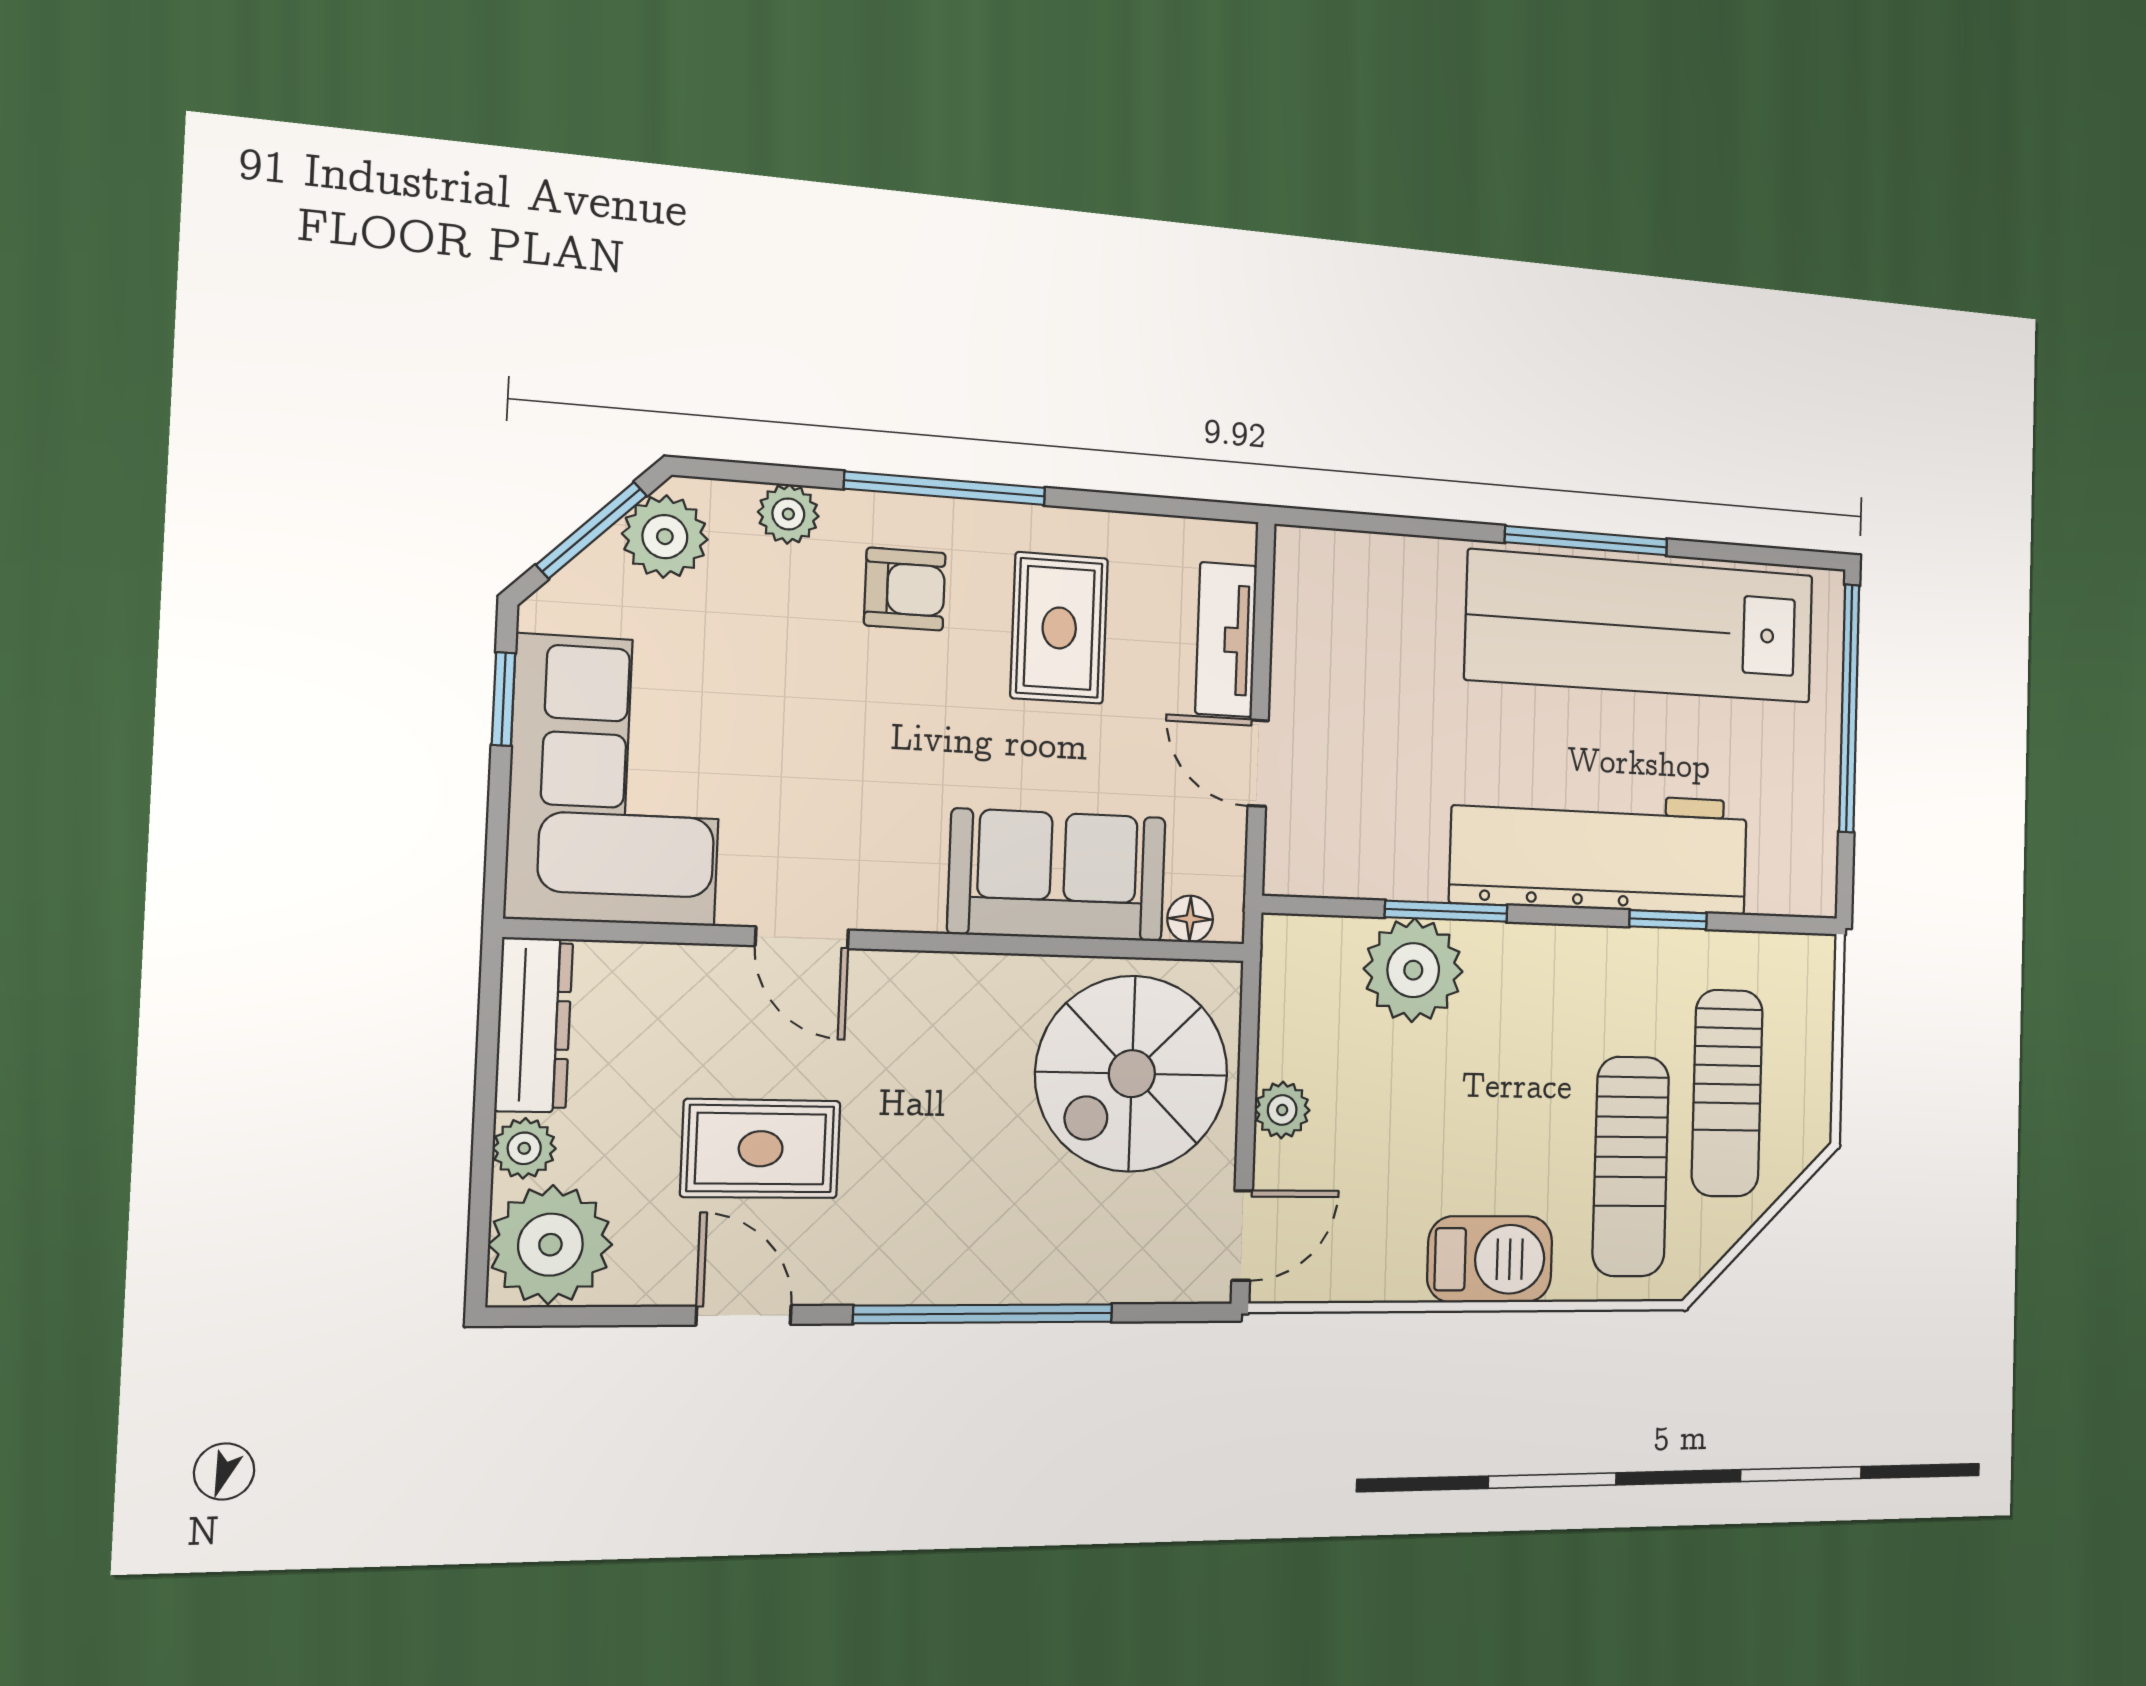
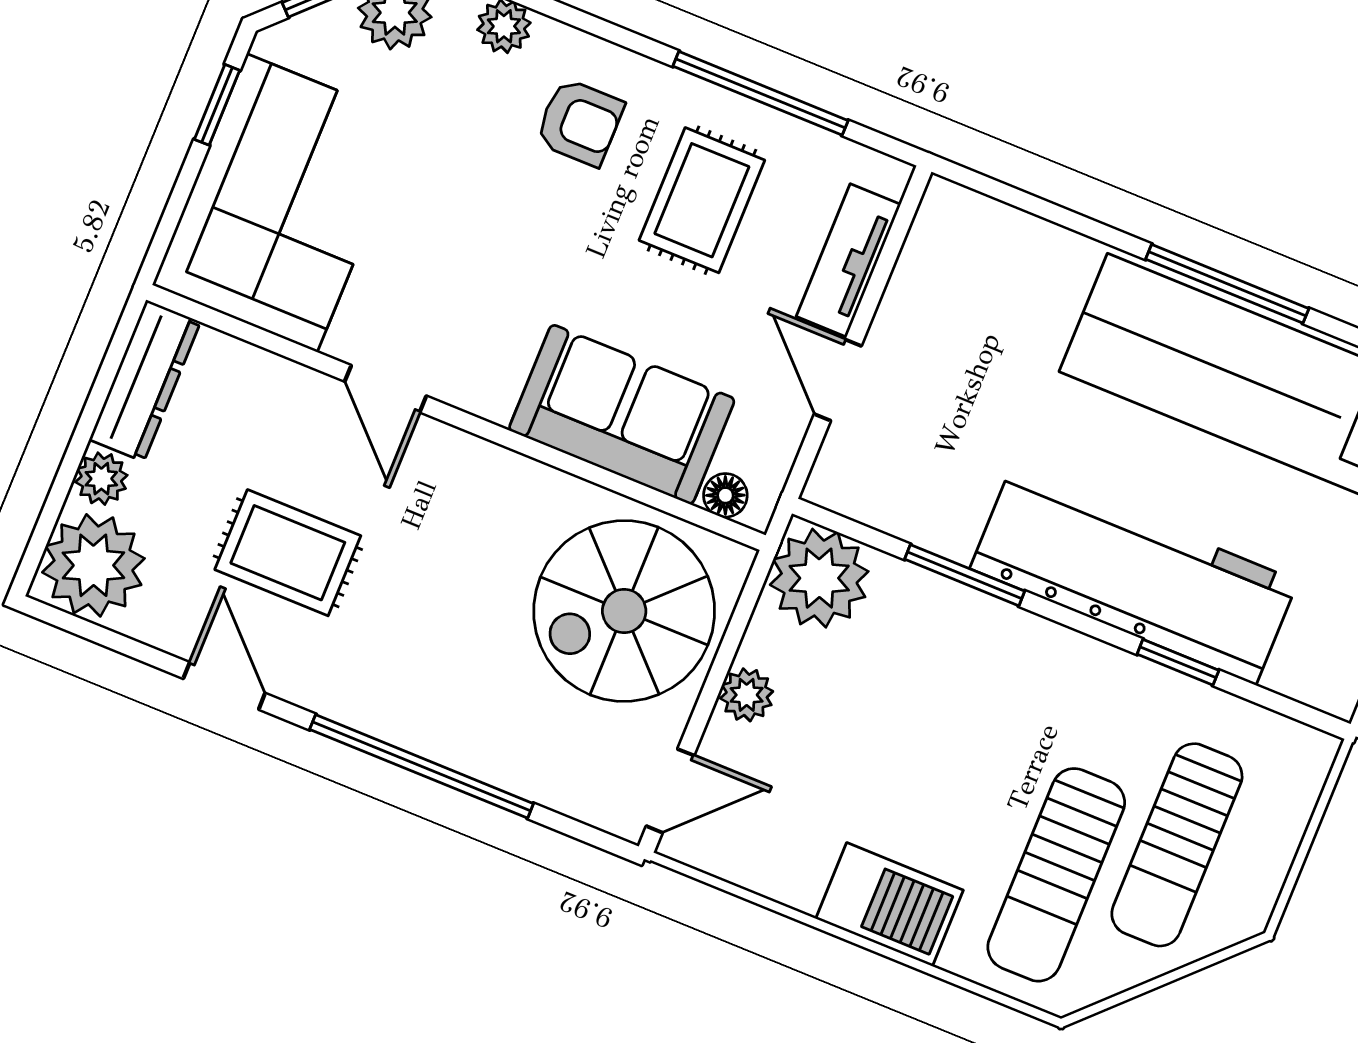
window: (945, 488) -> (760, 93), moved
plant: (1413, 970) -> (819, 578), moved

